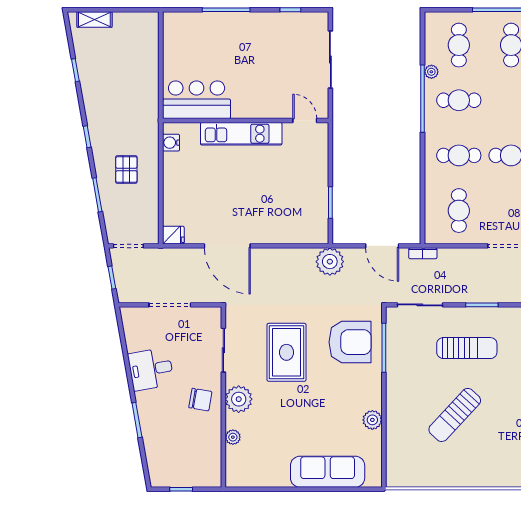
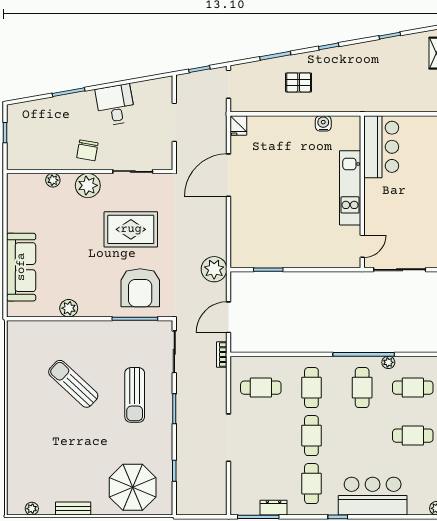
bar counter: (197, 100) -> (381, 147), moved
wall: (246, 120) -> (362, 192), moved
door: (305, 120) -> (362, 246), moved
kitchen unit: (241, 134) -> (350, 188), moved

